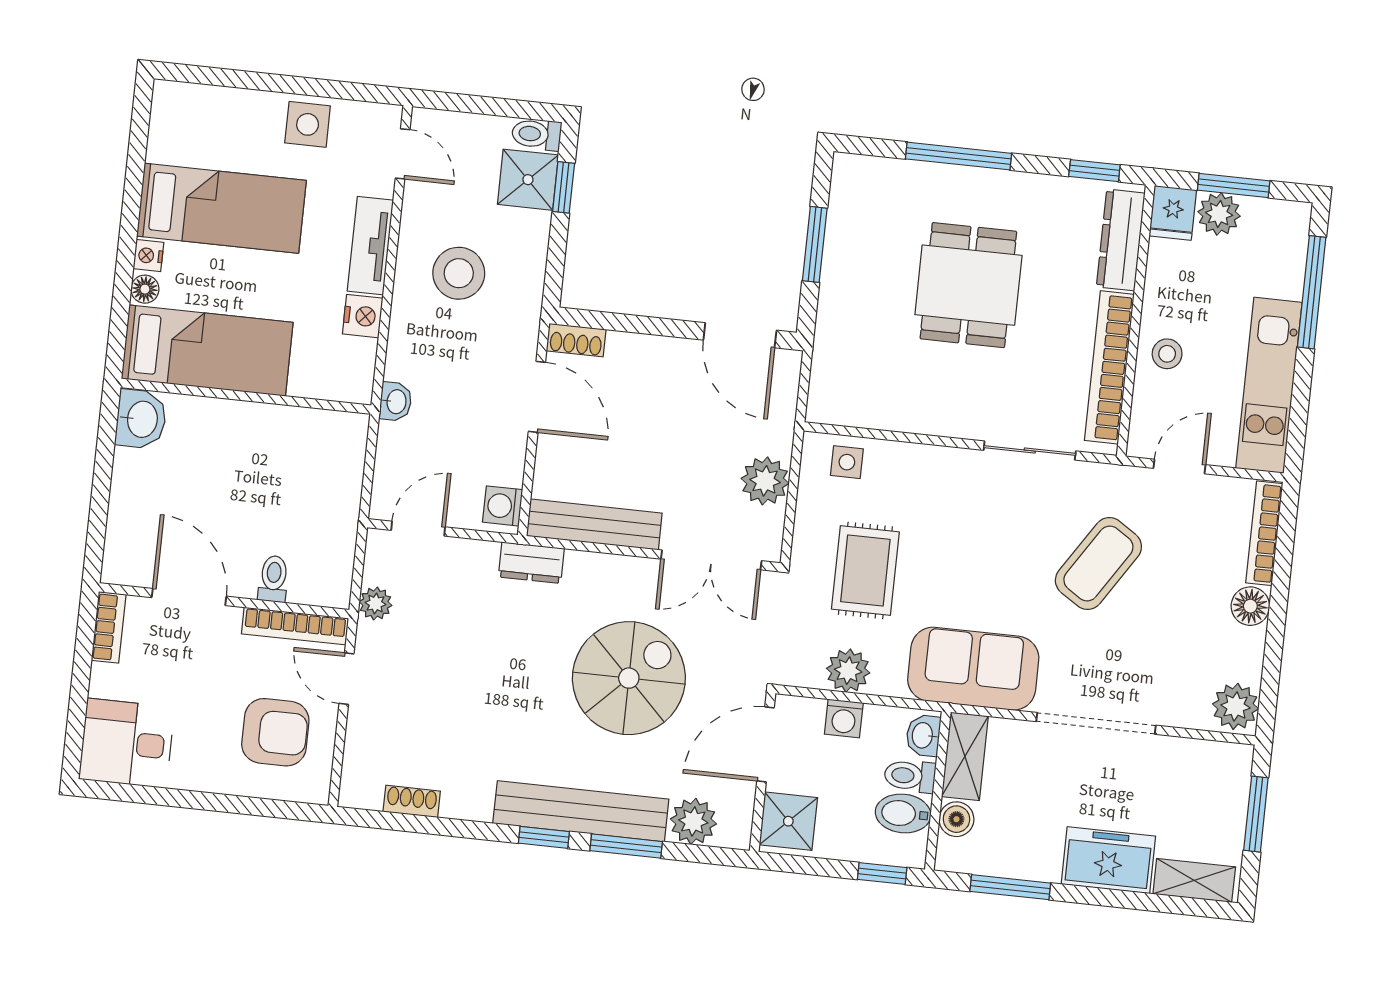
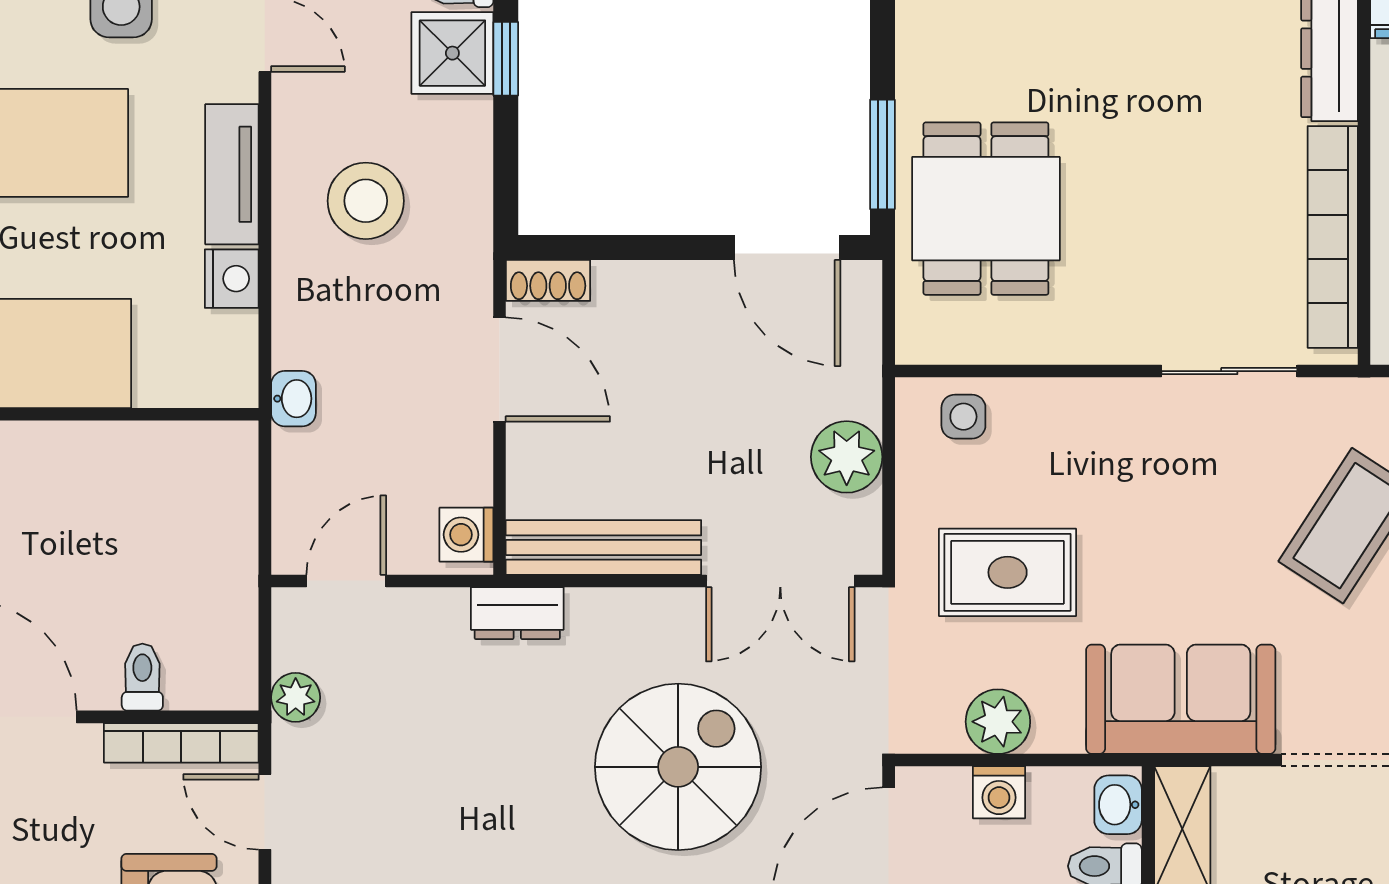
window: (815, 244) -> (882, 154), moved
dining table: (968, 285) -> (986, 209), moved
rug: (865, 571) -> (1008, 572), turned 90

